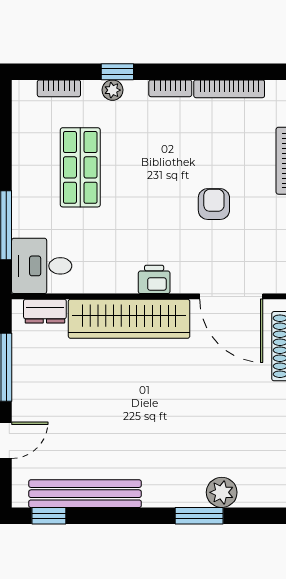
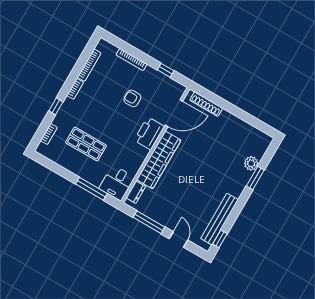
plant: (112, 90) -> (62, 113), removed
printer: (154, 279) -> (149, 133), width x1.87, depth x1.48

